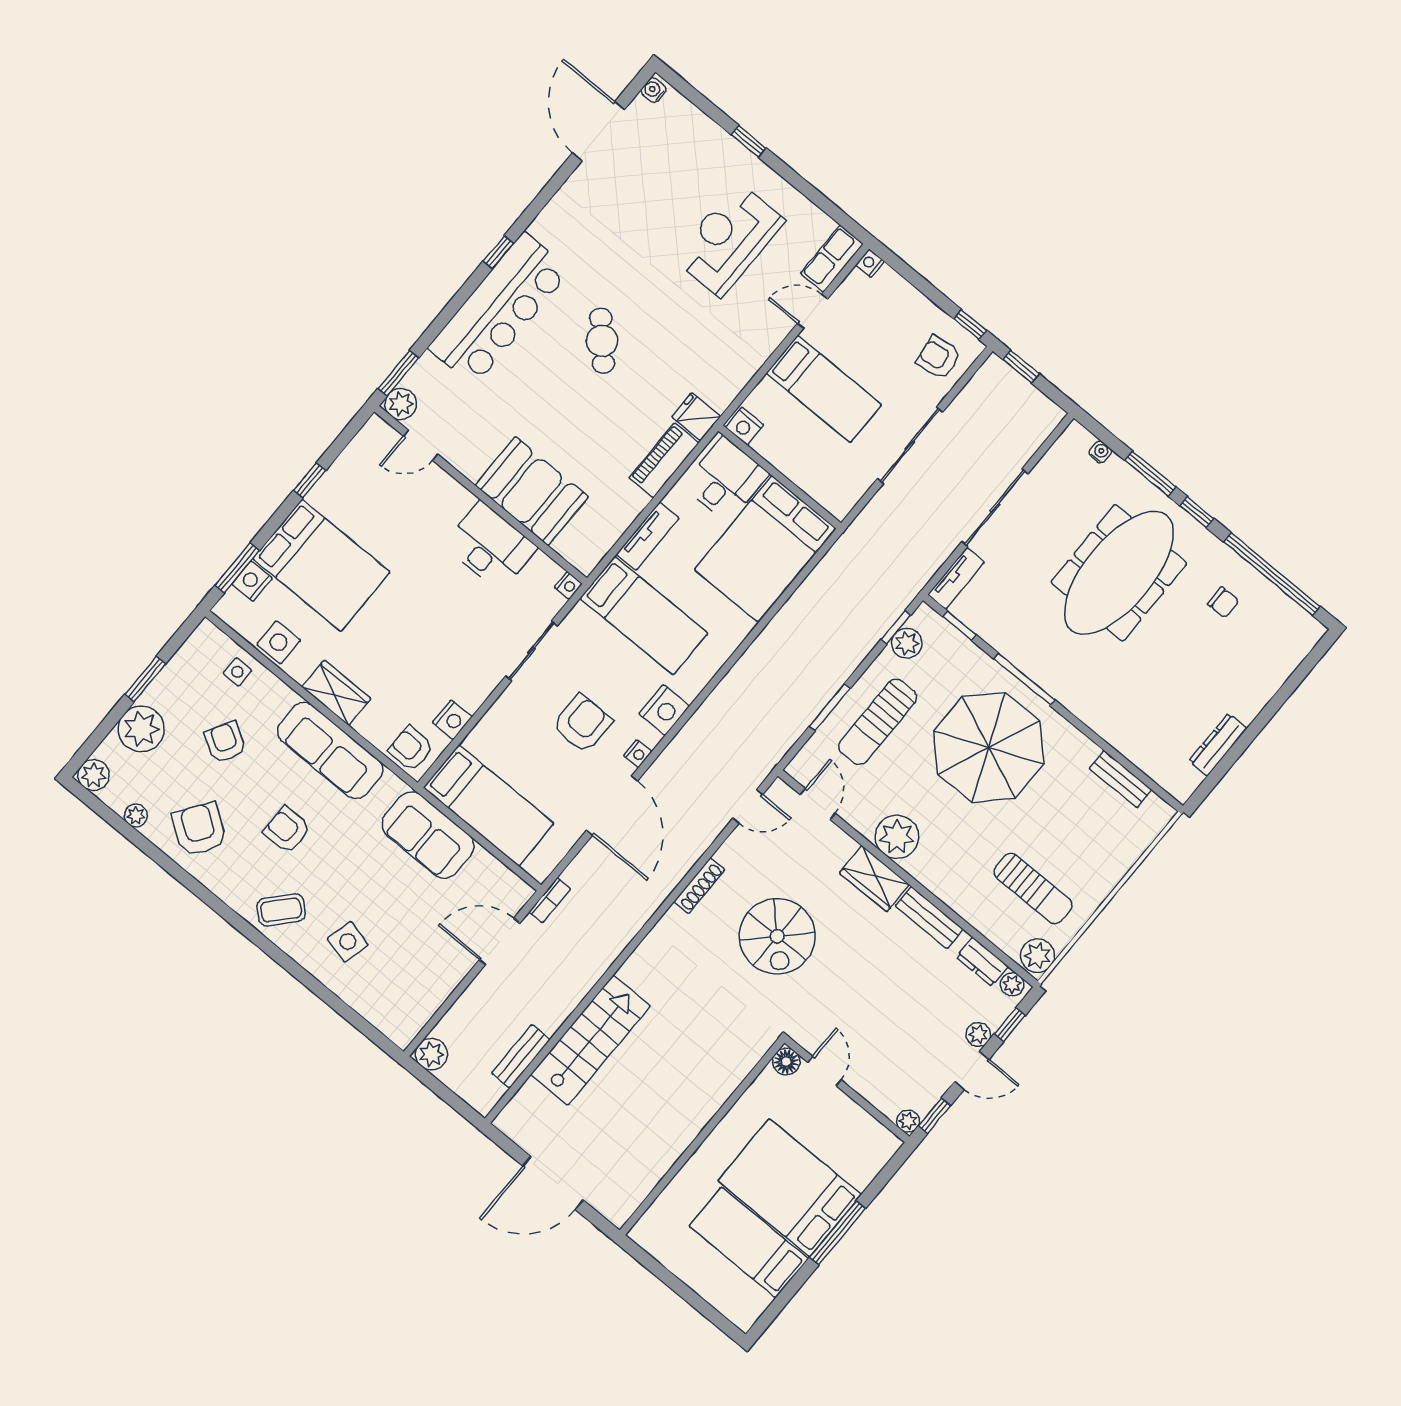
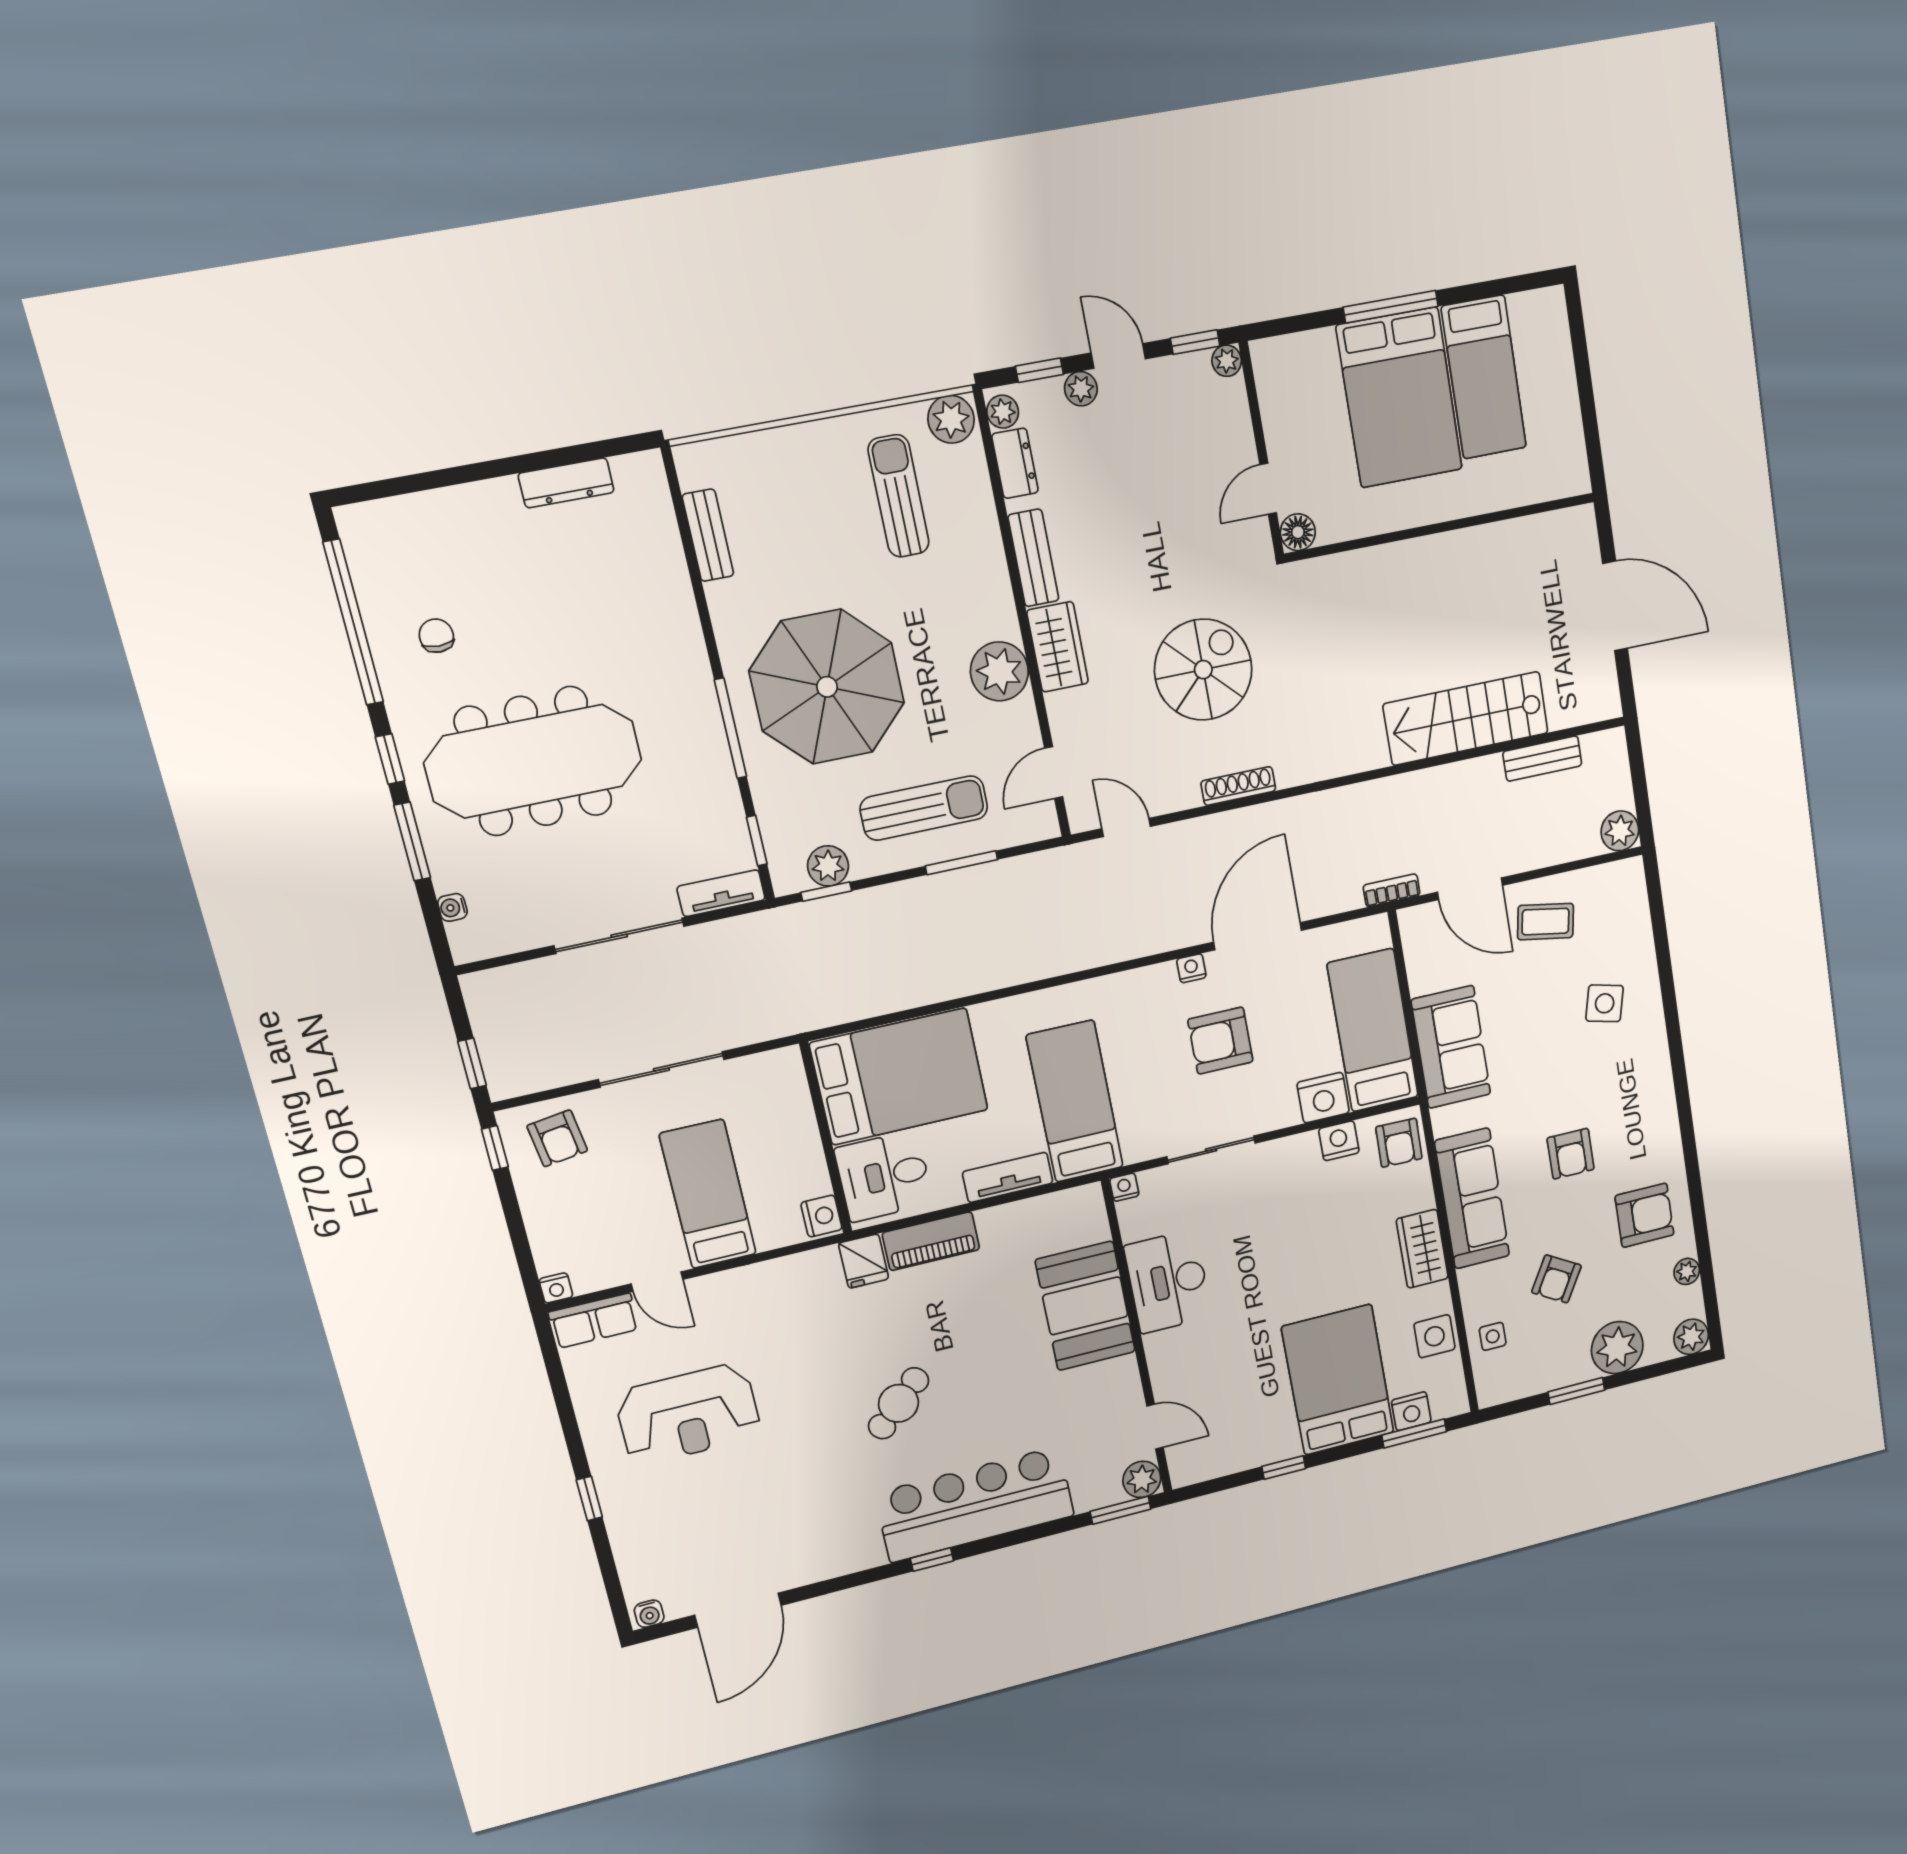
nightstand: (664, 710) -> (1323, 1098), moved, turned 180
armchair: (199, 829) -> (1644, 1215), turned -125
coffee table: (281, 910) -> (1545, 922), moved, turned -32

